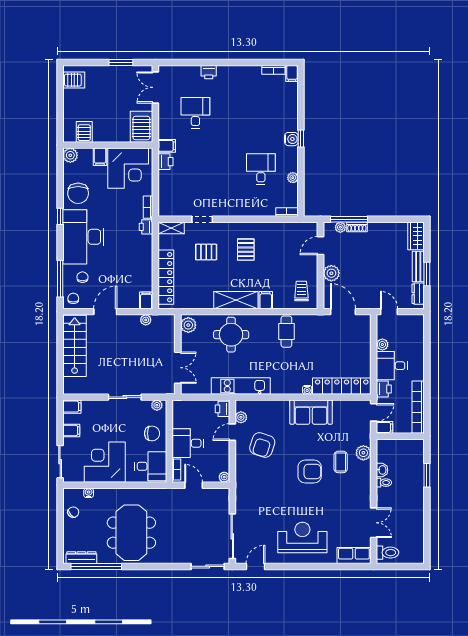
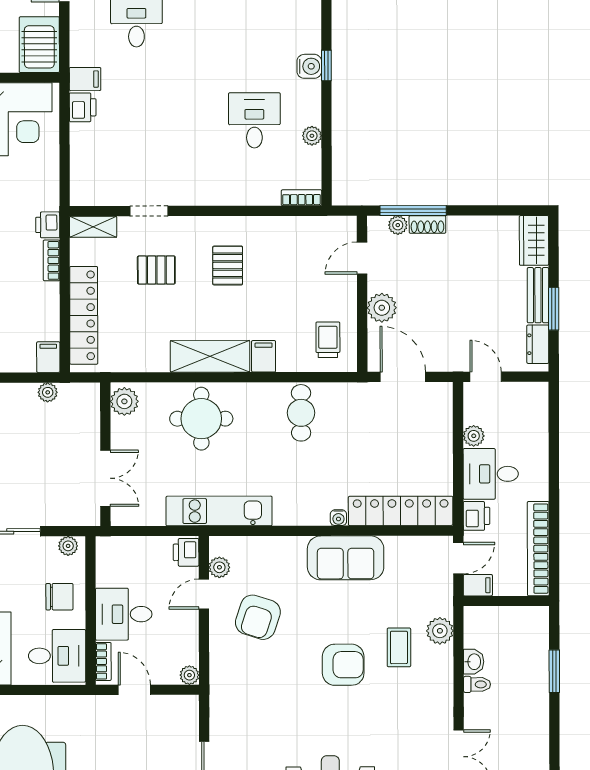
bookcase: (148, 207) -> (51, 260), moved

